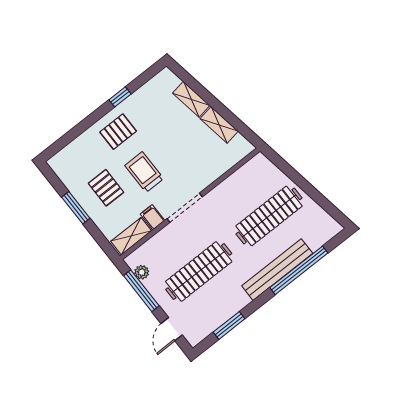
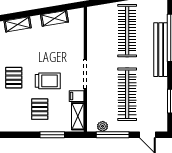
shelving: (191, 99) -> (18, 24), moved
trolley: (144, 172) -> (48, 81), turned 180
pallet: (106, 188) -> (40, 109), turned 90
window: (76, 208) -> (52, 135), moved

